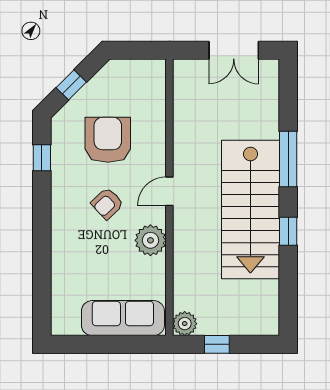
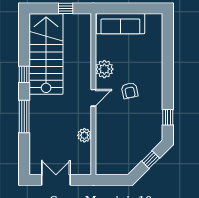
armchair: (108, 140) -> (129, 128), removed
armchair: (107, 203) -> (130, 91), turned 121
stairs: (250, 209) -> (46, 54), moved
plant: (185, 324) -> (84, 135), moved

